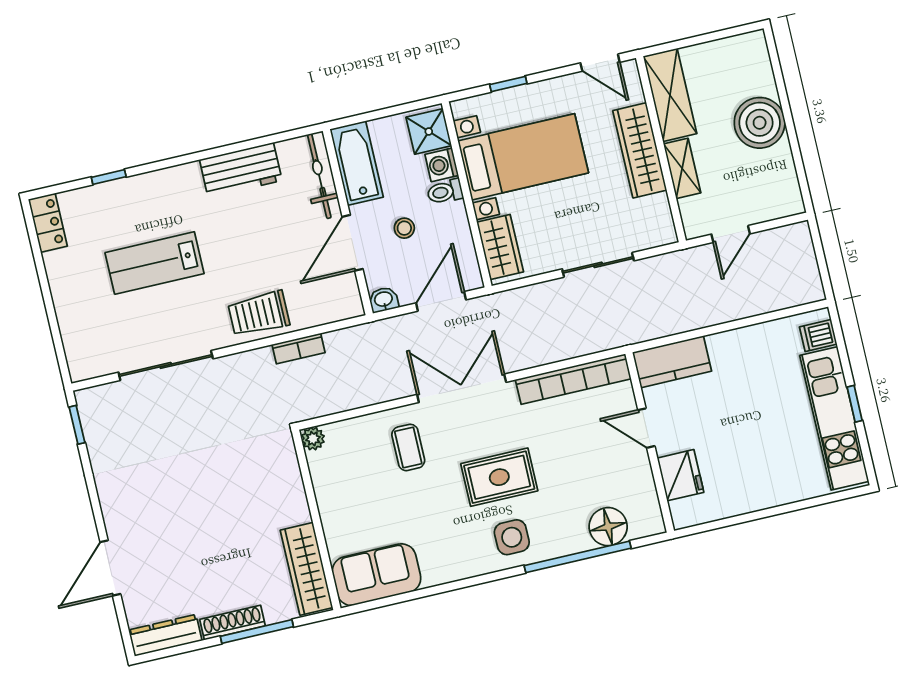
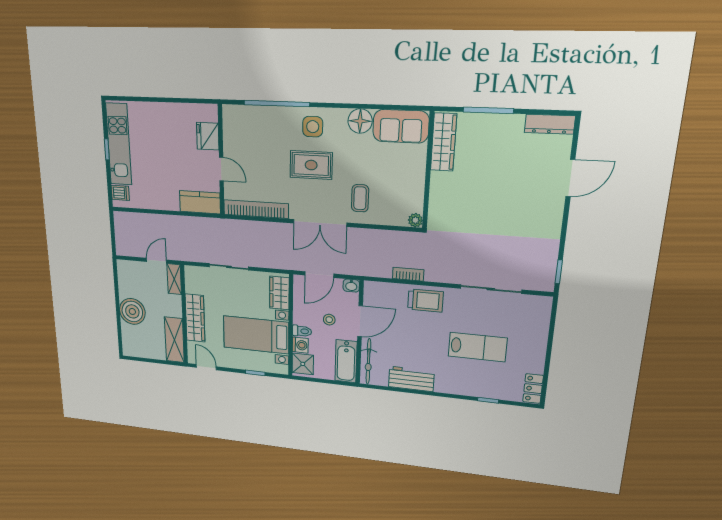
shelving: (682, 168) -> (174, 279), moved
floor lamp: (608, 527) -> (360, 121), moved
shoe rack: (233, 623) -> (502, 121), removed

